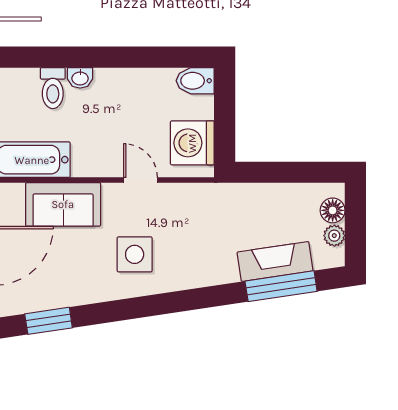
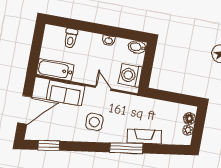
washbasin: (80, 78) -> (109, 40), moved
fireplace: (275, 261) -> (144, 137), moved
window: (281, 286) -> (126, 148), moved

